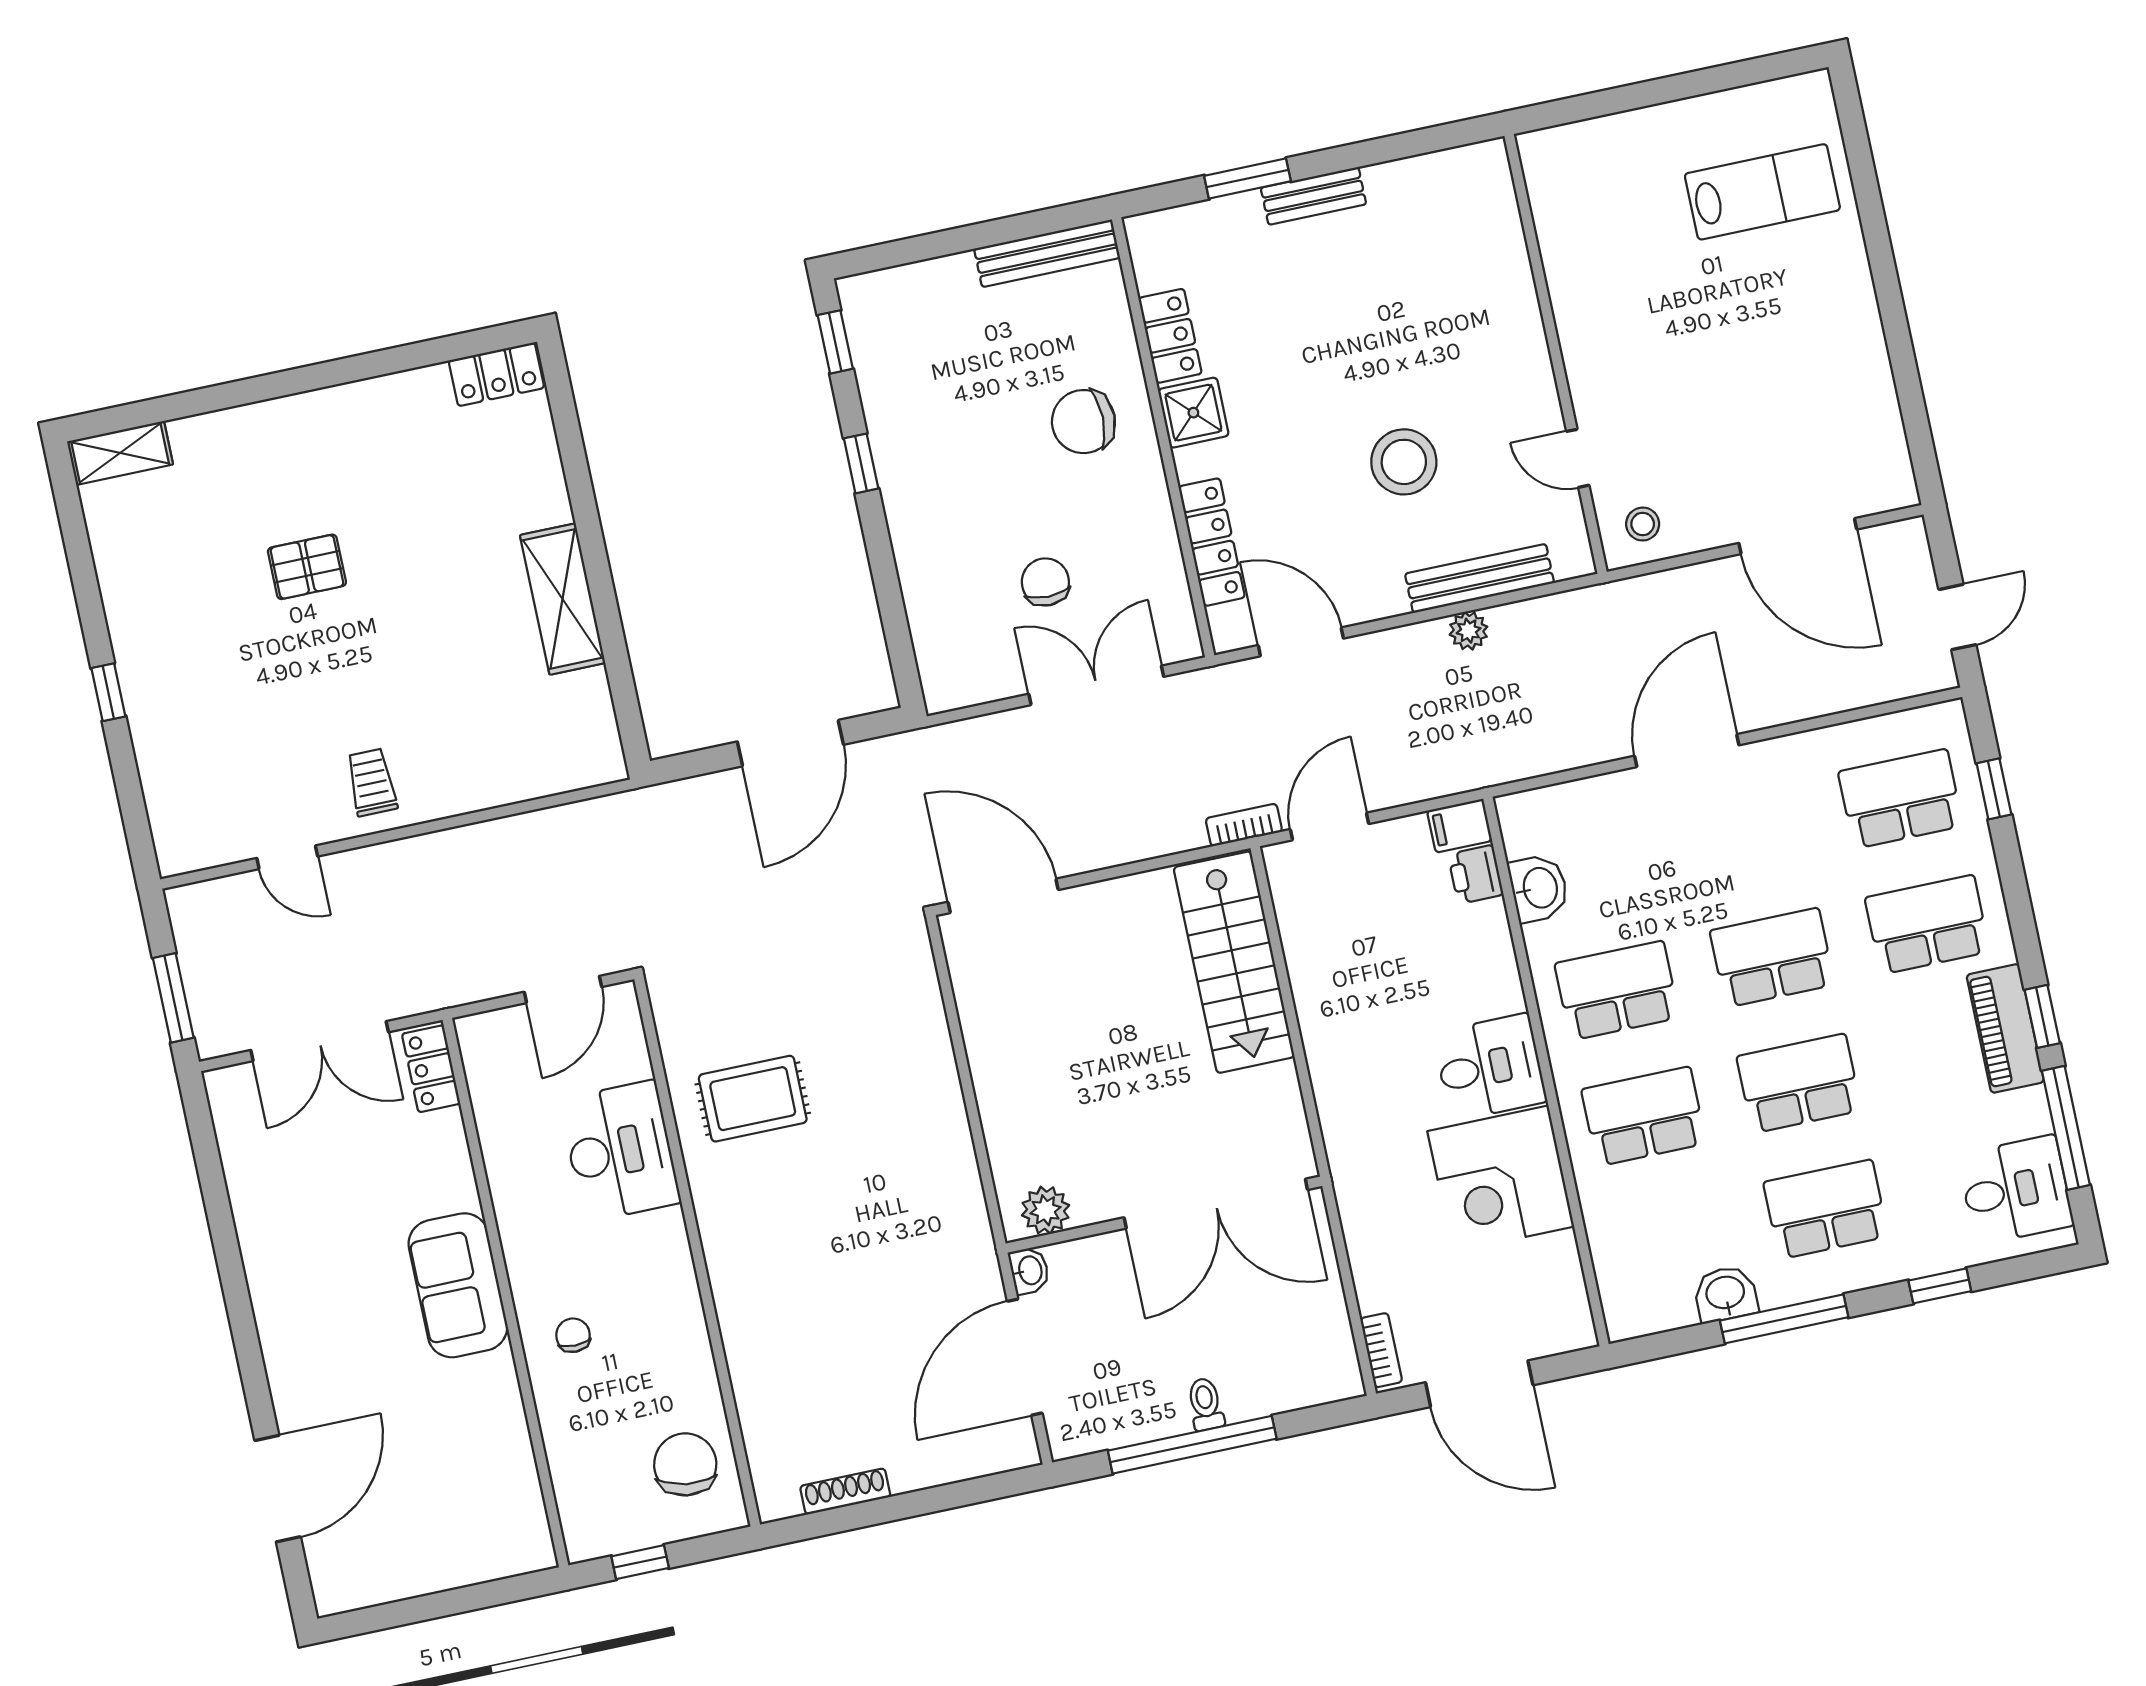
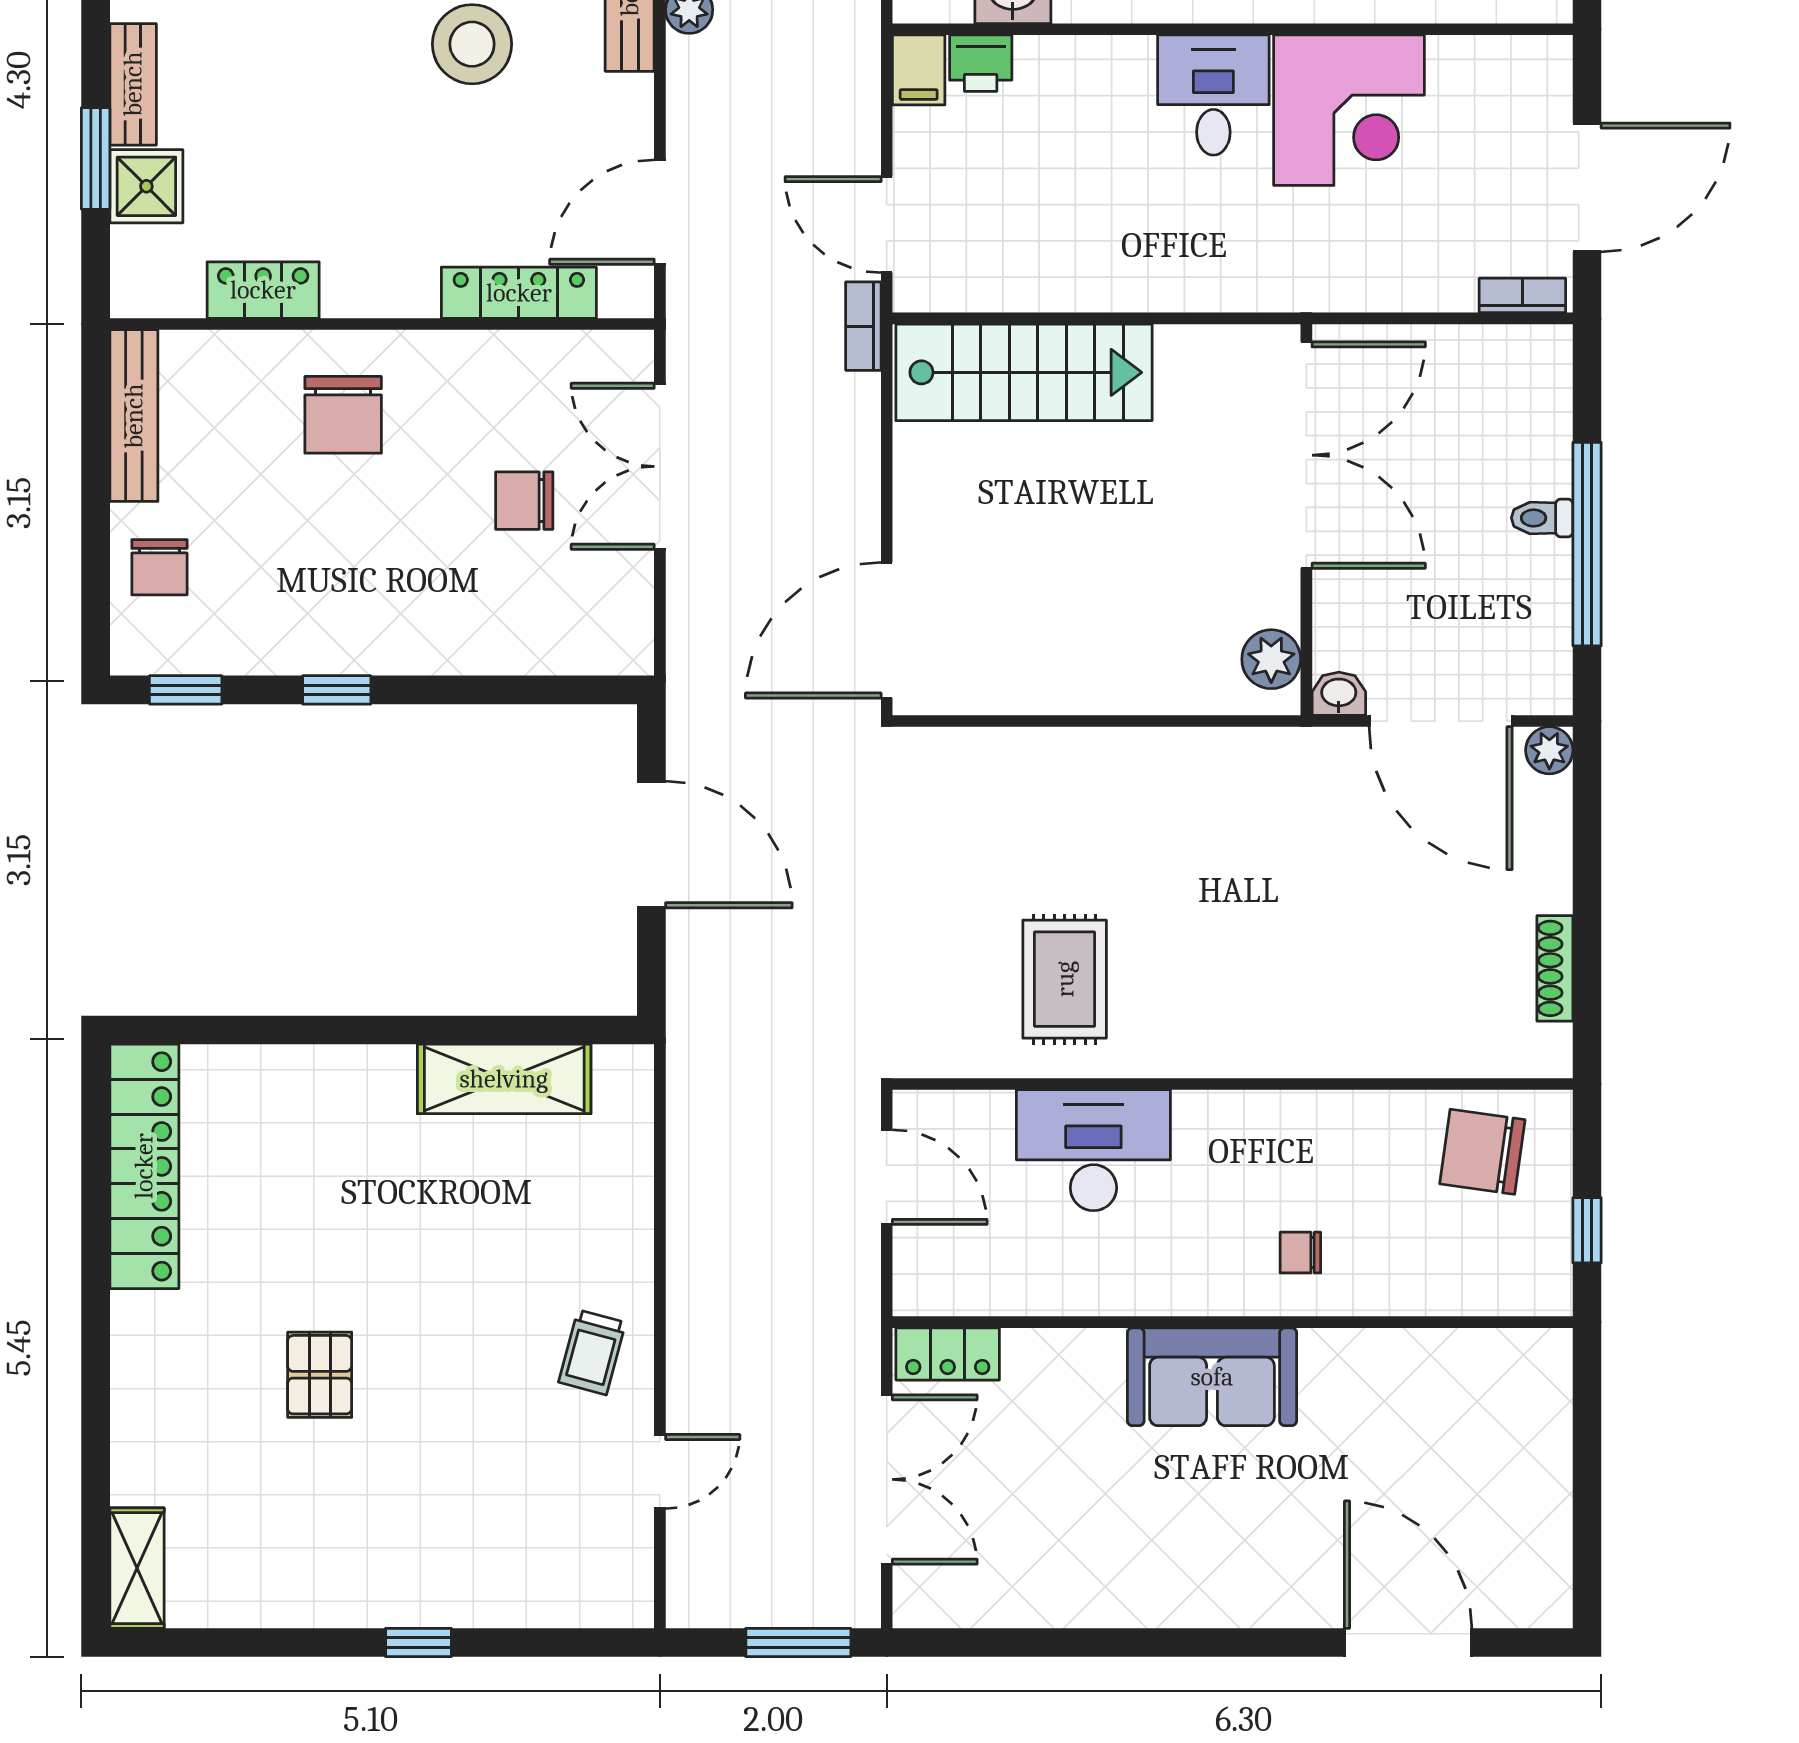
chair: (929, 300) -> (159, 567), added
locker: (496, 374) -> (144, 1166), width x2.16, depth x1.21
shower: (1193, 413) -> (146, 186), moved
shelving: (563, 599) -> (504, 1079), moved
trolley: (372, 782) -> (592, 1352), turned -75
plant: (1020, 1450) -> (1549, 750), added

